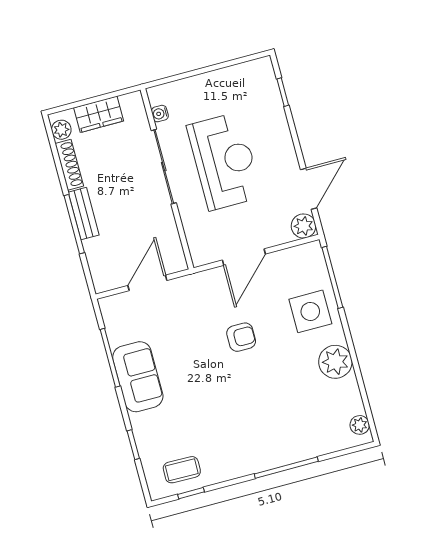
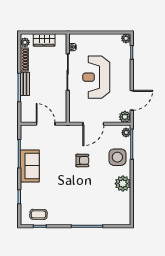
plant: (263, 67) -> (126, 38), added
reception desk: (224, 161) -> (96, 77), turned 180
door: (147, 283) -> (46, 124), hinge flipped
plant: (360, 425) -> (126, 133), moved

